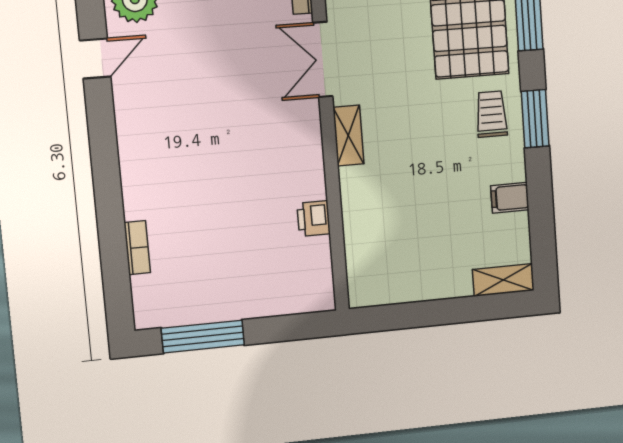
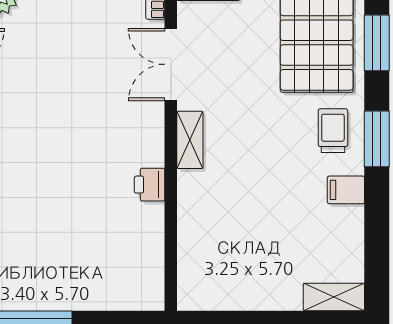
filing cabinet: (510, 198) -> (346, 190), moved
printer: (314, 218) -> (150, 185), moved

